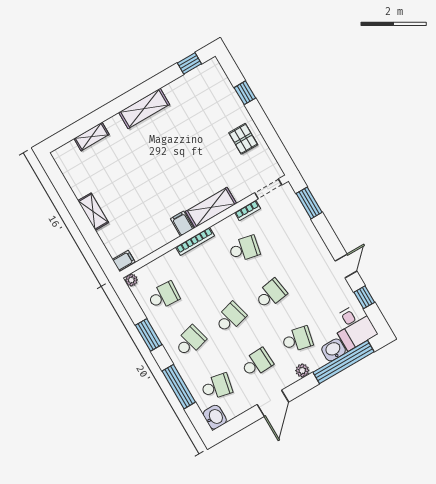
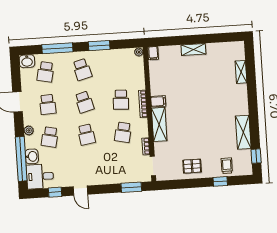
trolley: (221, 95) -> (227, 166), added
shelving: (144, 108) -> (243, 132), moved
school desk: (164, 296) -> (121, 100), moved

